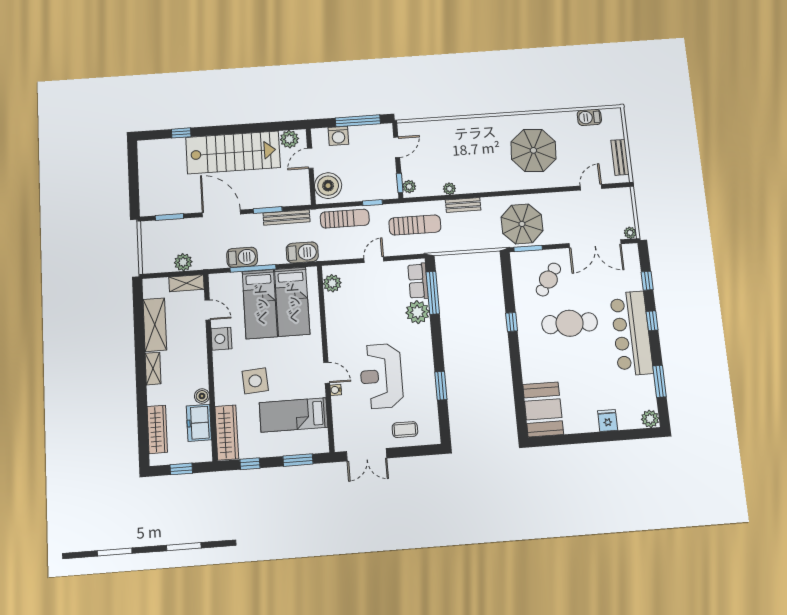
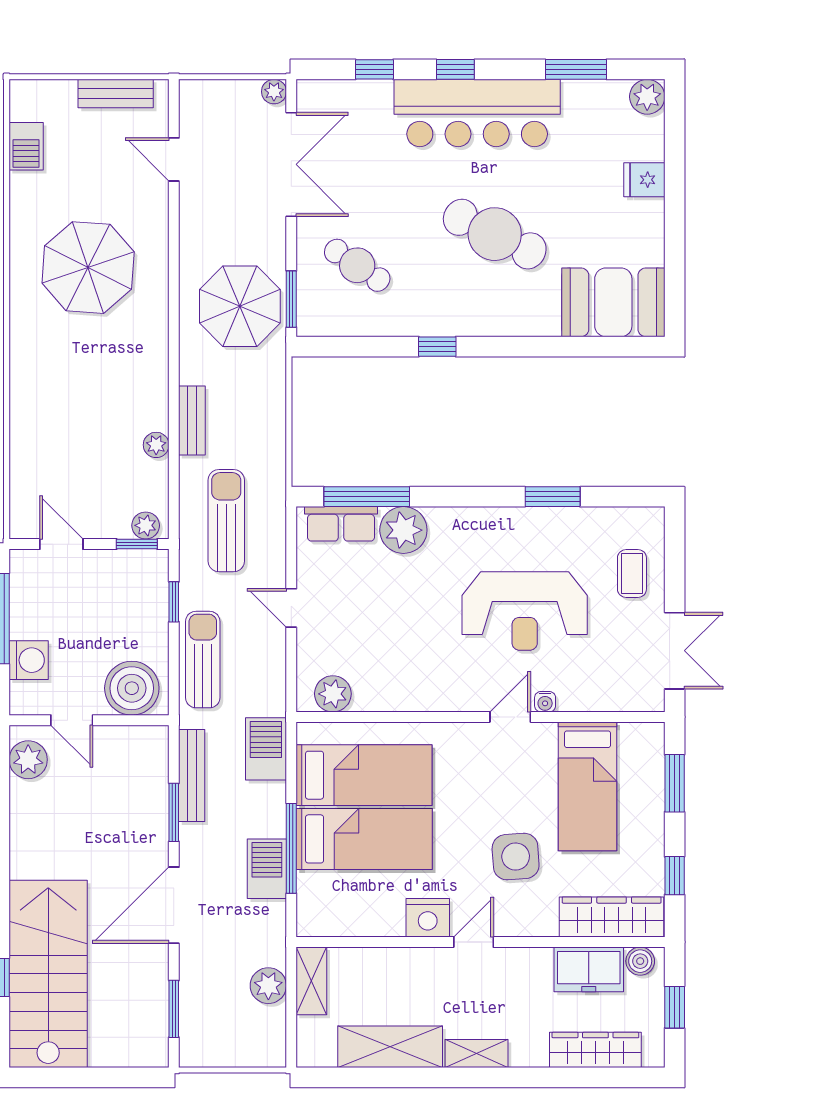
stairs: (233, 152) -> (48, 974), moved
door: (208, 310) -> (474, 942), moved
cafe table: (570, 323) -> (495, 234), moved, turned -64
boiler: (202, 396) -> (640, 961), moved

